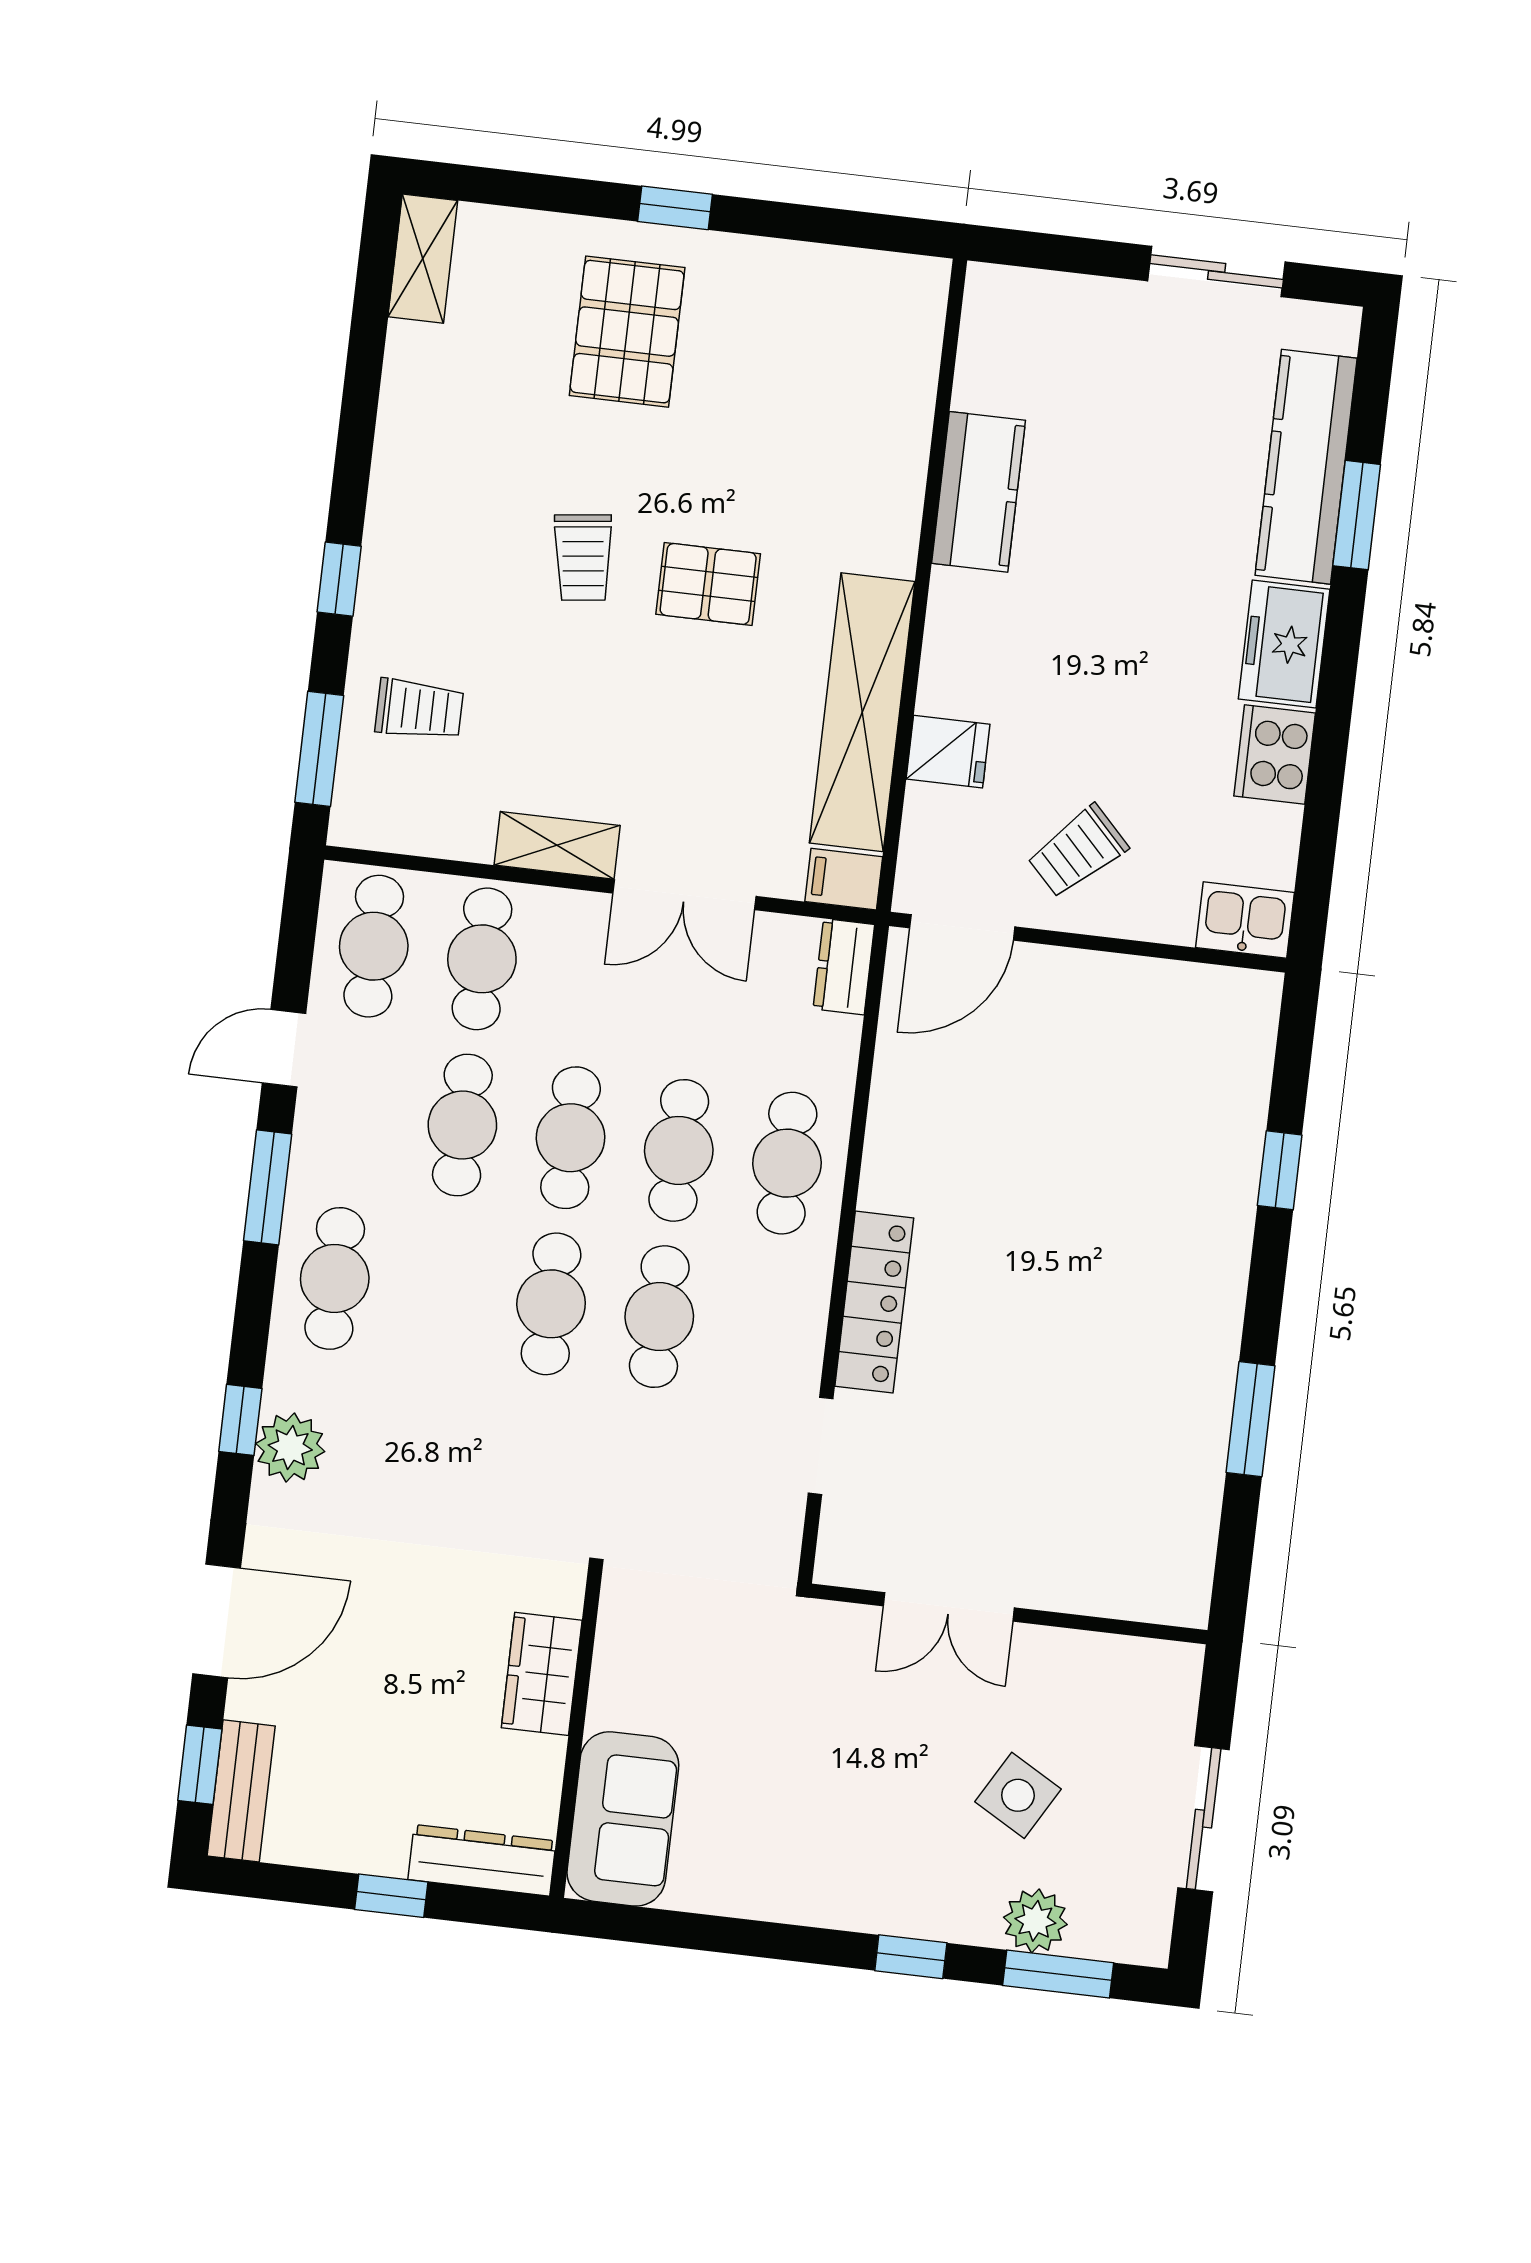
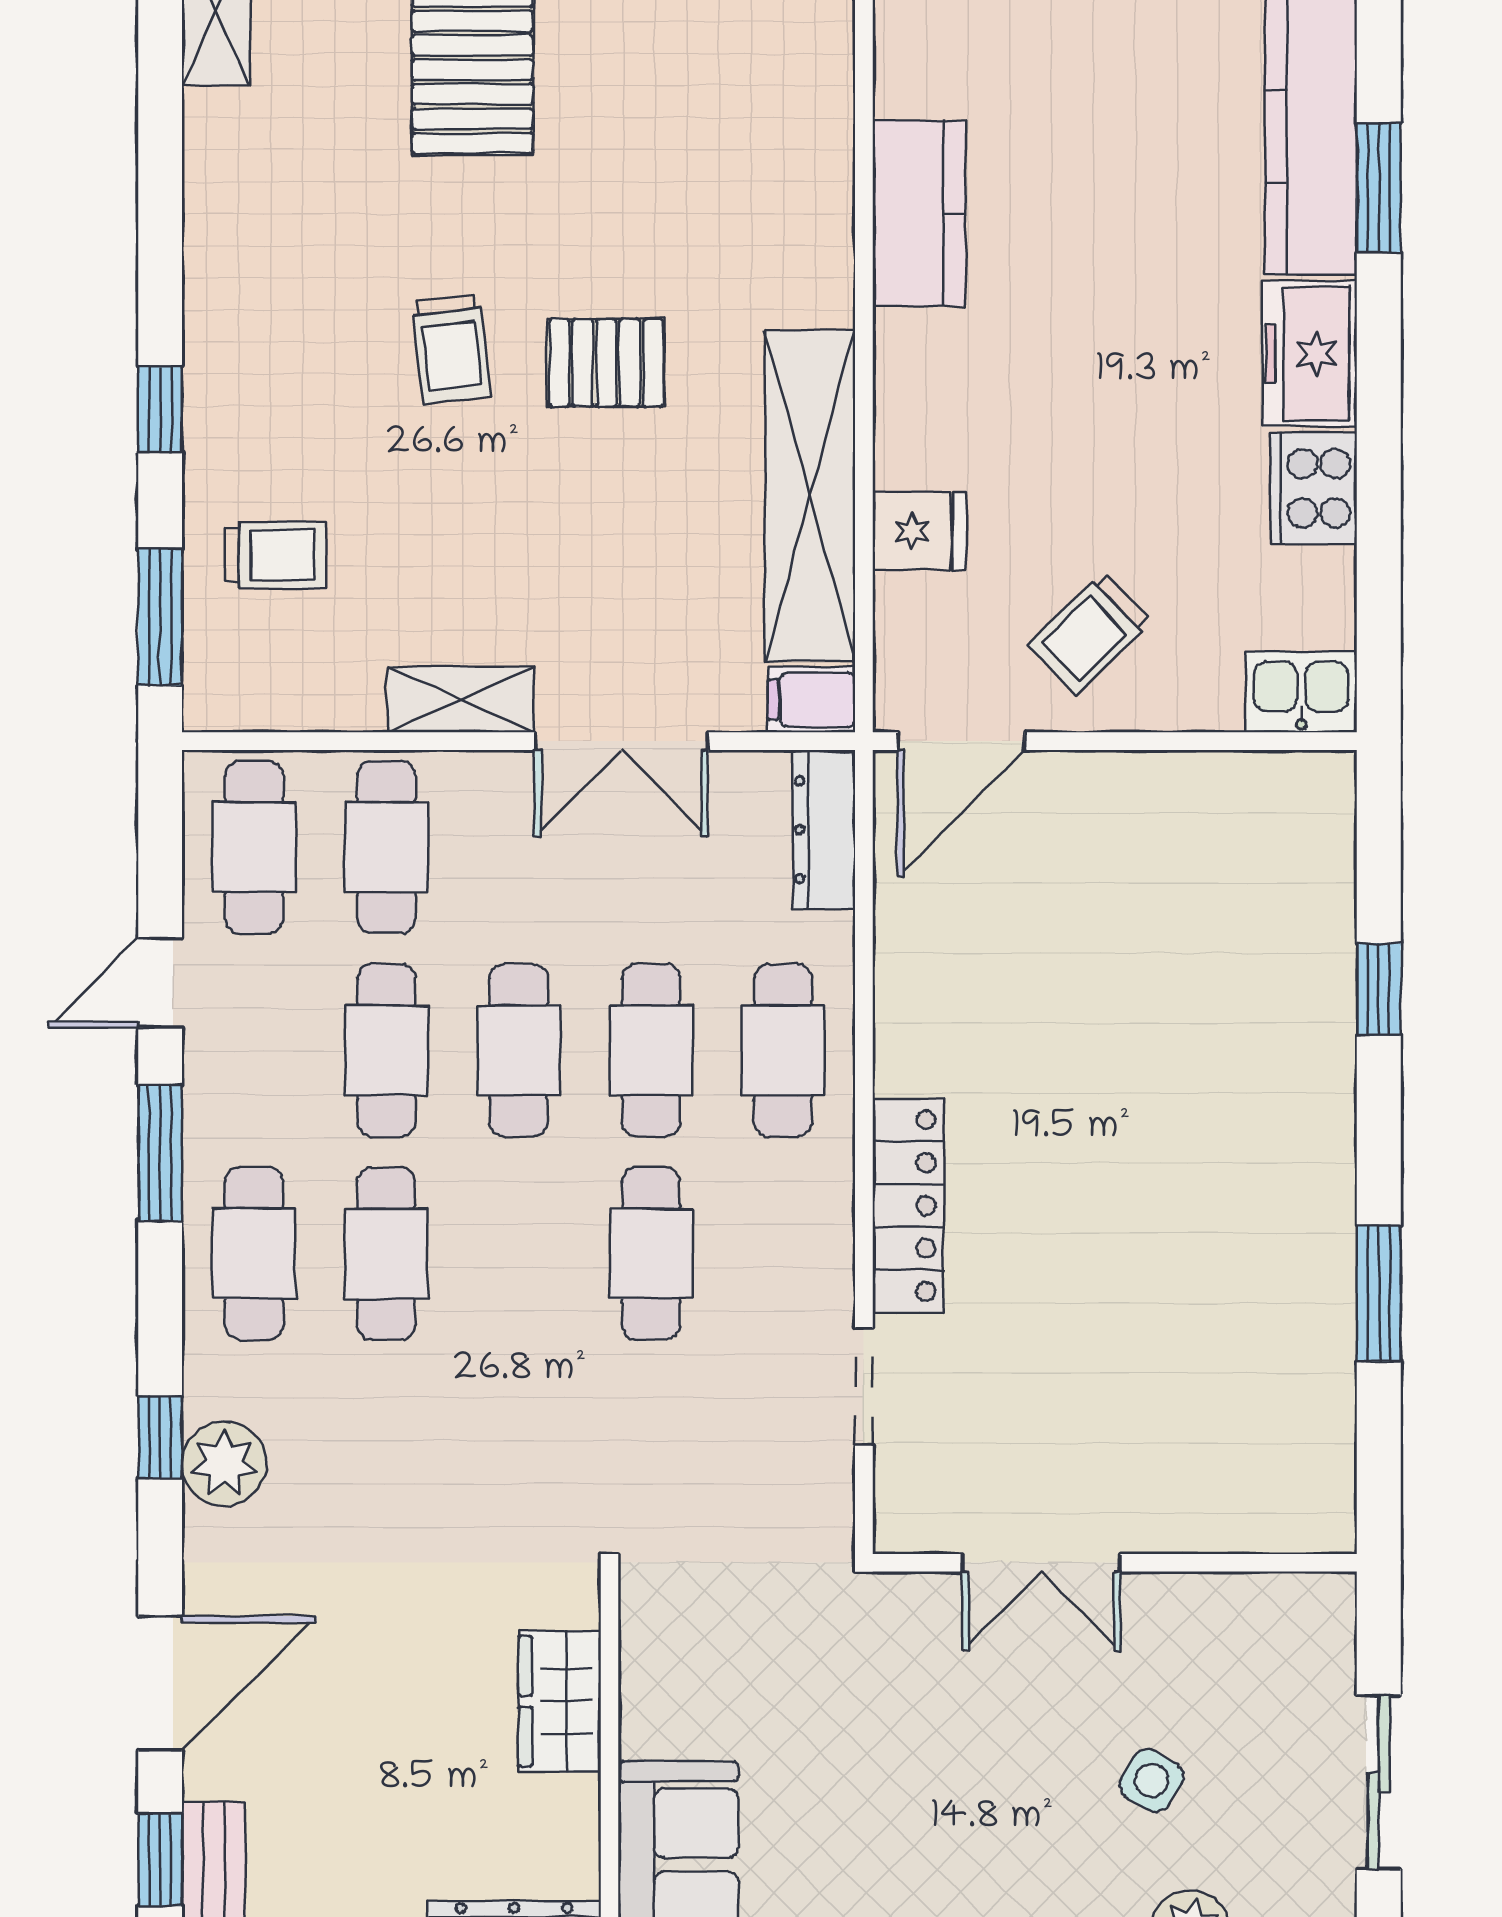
dresser: (844, 967) -> (824, 830), width x1.44
cafe table: (551, 1304) -> (386, 1254), moved
side table: (1018, 1795) -> (1152, 1780), width x0.73, depth x0.73

